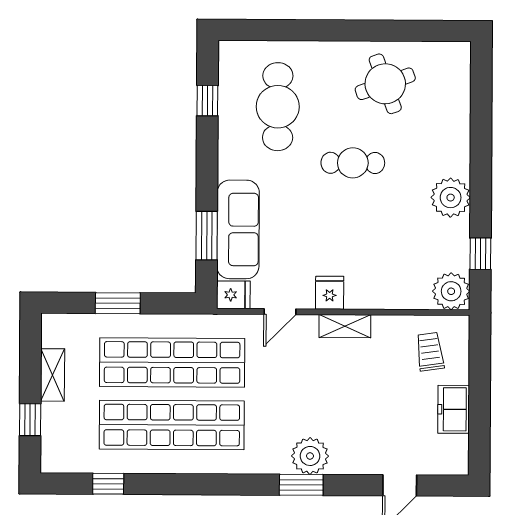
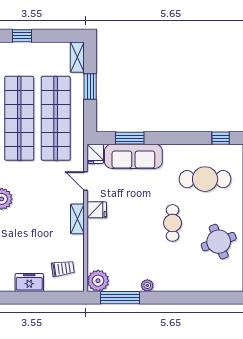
window: (207, 101) -> (221, 138), moved
plant: (451, 198) -> (147, 285), width x0.53, depth x0.53
window: (480, 254) -> (120, 298), width x2.17
shelving: (53, 375) -> (77, 57), moved, turned 90

